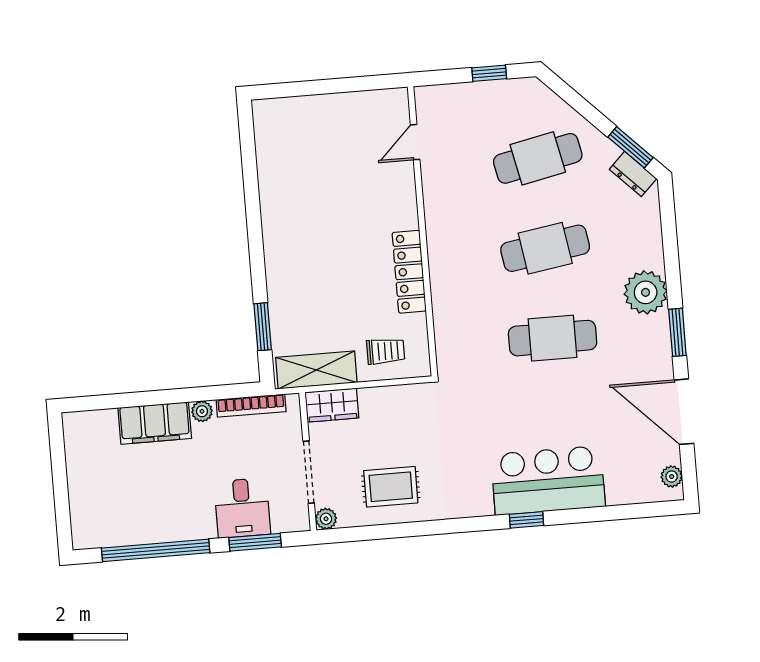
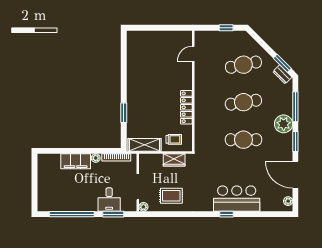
window: (671, 249) -> (295, 107), added
window: (263, 327) -> (124, 113), moved
wardrobe: (332, 405) -> (174, 160), moved

